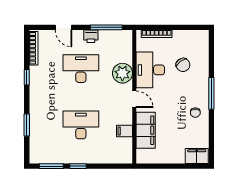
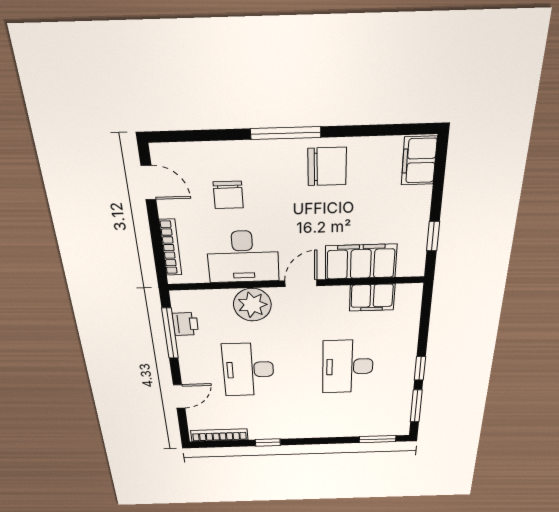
door: (190, 27) -> (148, 183), added
printer: (91, 36) -> (185, 324), moved
chair: (183, 65) -> (228, 195), turned 127
chair: (195, 113) -> (327, 167), width x1.87, depth x1.87
window: (27, 125) -> (378, 439), moved
filing cabinet: (125, 131) -> (372, 298), width x2.00
window: (158, 166) -> (433, 236), added

